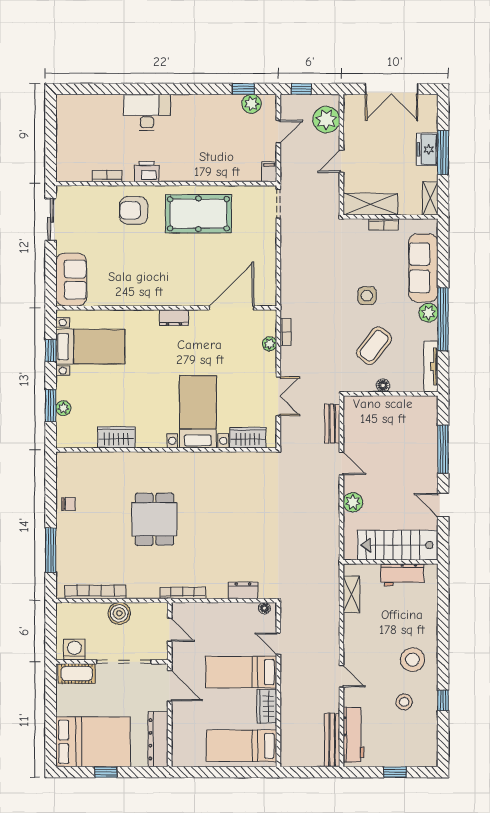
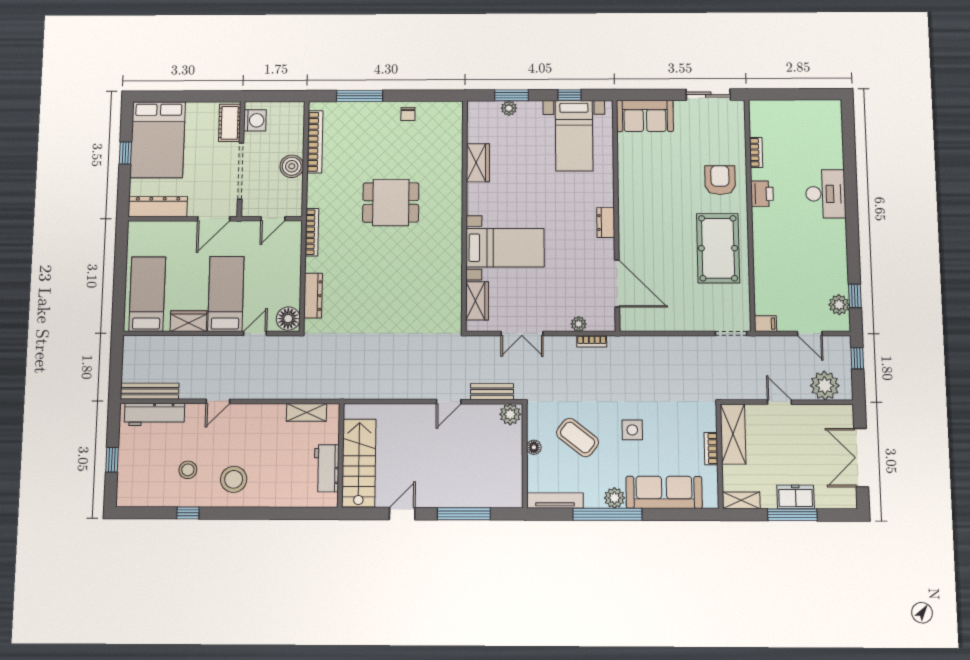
plant: (353, 502) -> (510, 414), moved
dresser: (243, 590) -> (313, 296), width x1.44
floor lamp: (264, 608) -> (288, 319), width x1.89, depth x1.89

